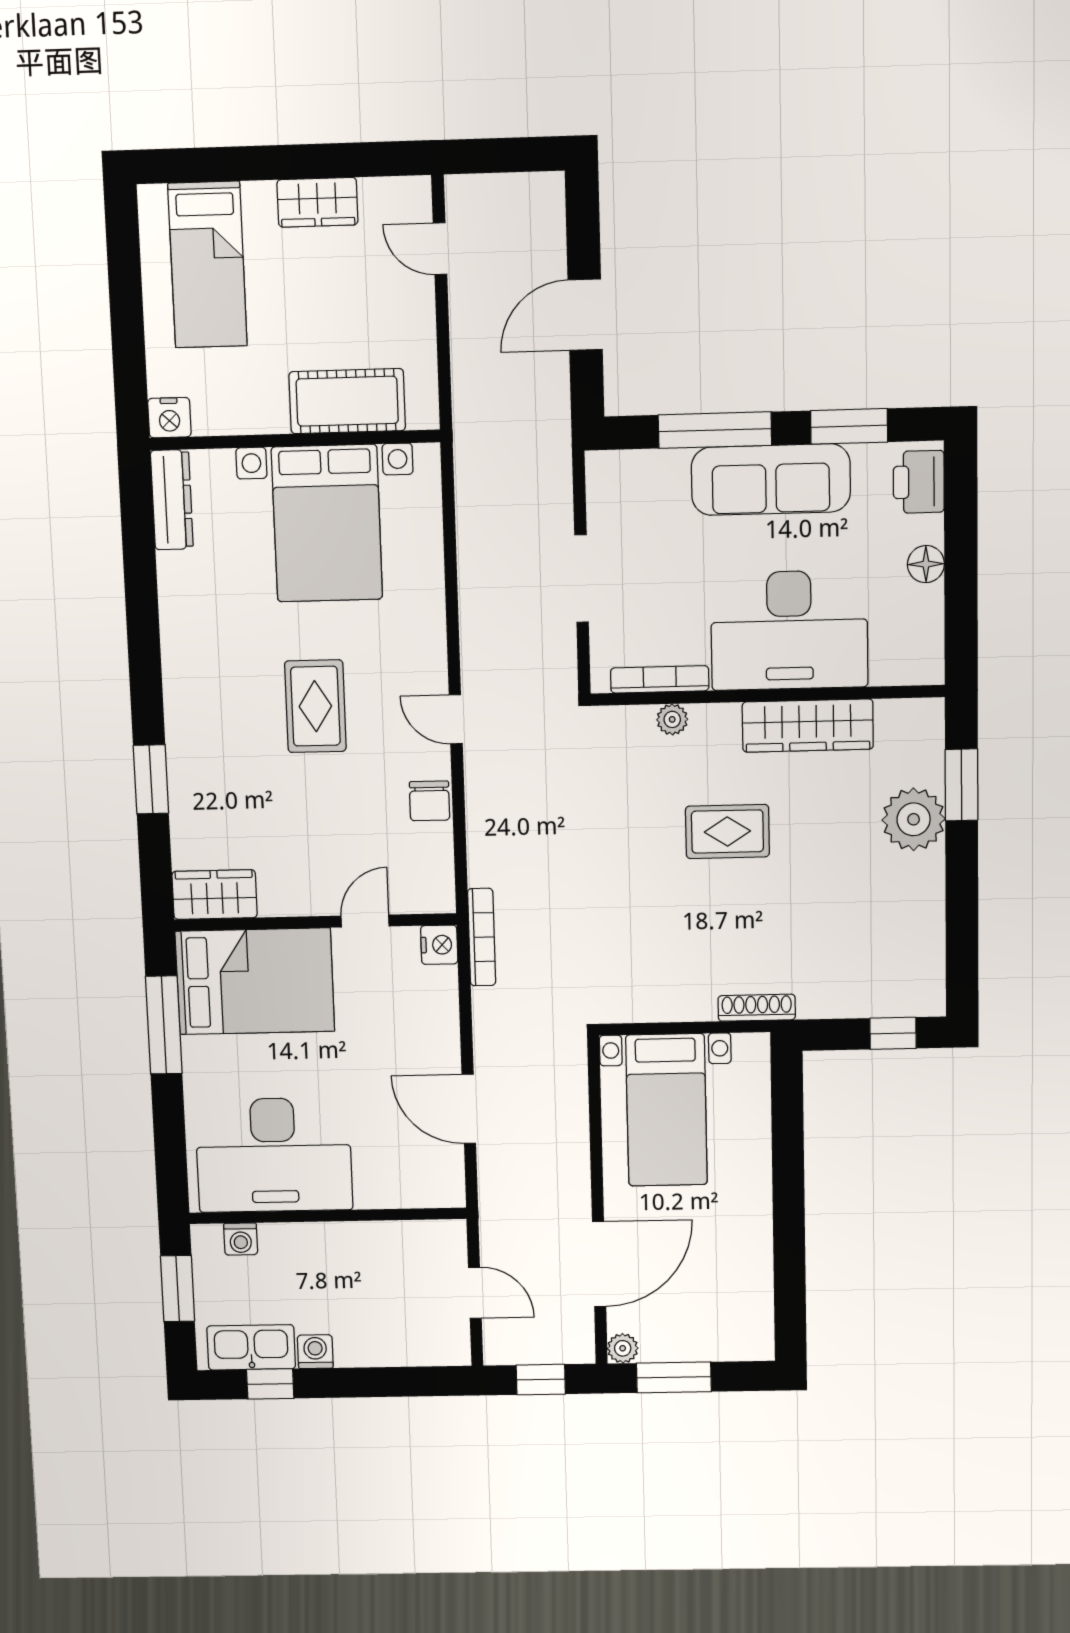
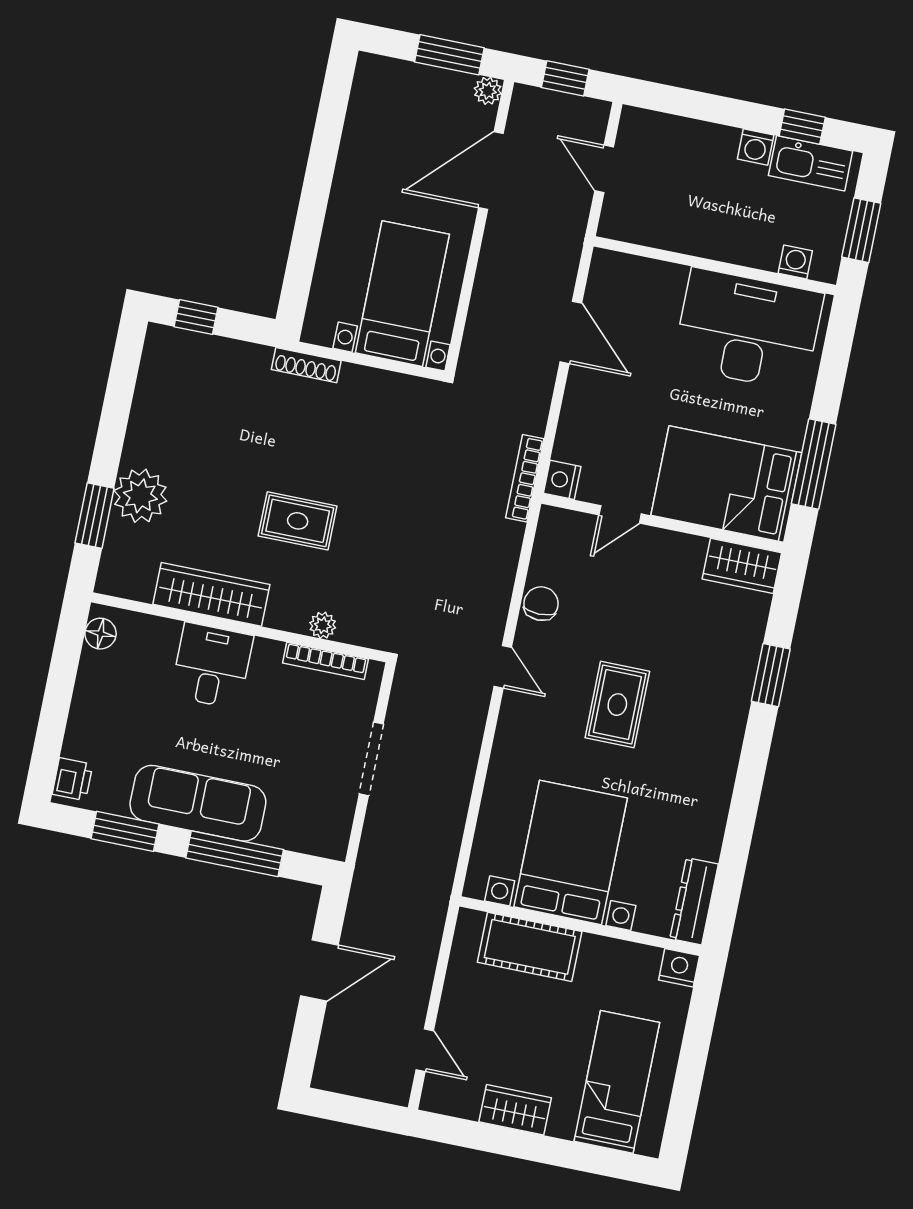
printer: (919, 482) -> (72, 779), width x0.73, depth x0.81
floor lamp: (926, 564) -> (101, 634), moved
desk: (789, 630) -> (212, 666), width x0.53, depth x0.77

